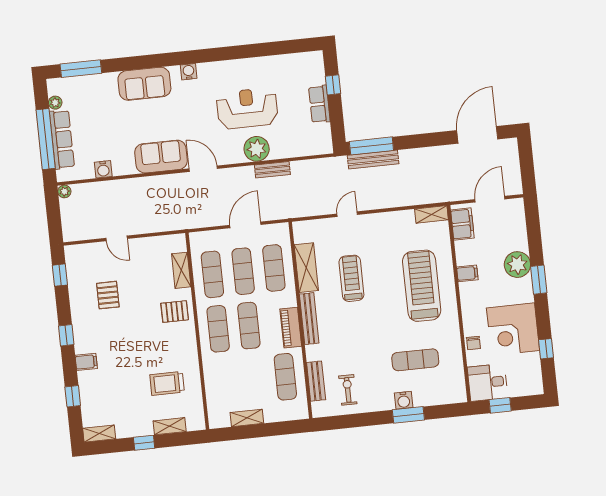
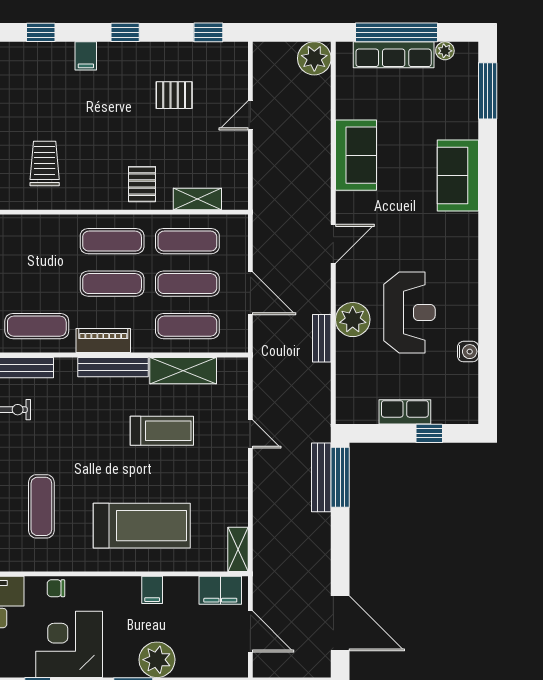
water cooler: (189, 72) -> (468, 352), moved
sofa: (161, 157) -> (356, 155), moved
water cooler: (103, 169) -> (347, 107), removed
plant: (64, 191) -> (314, 58), width x1.88, depth x1.88

